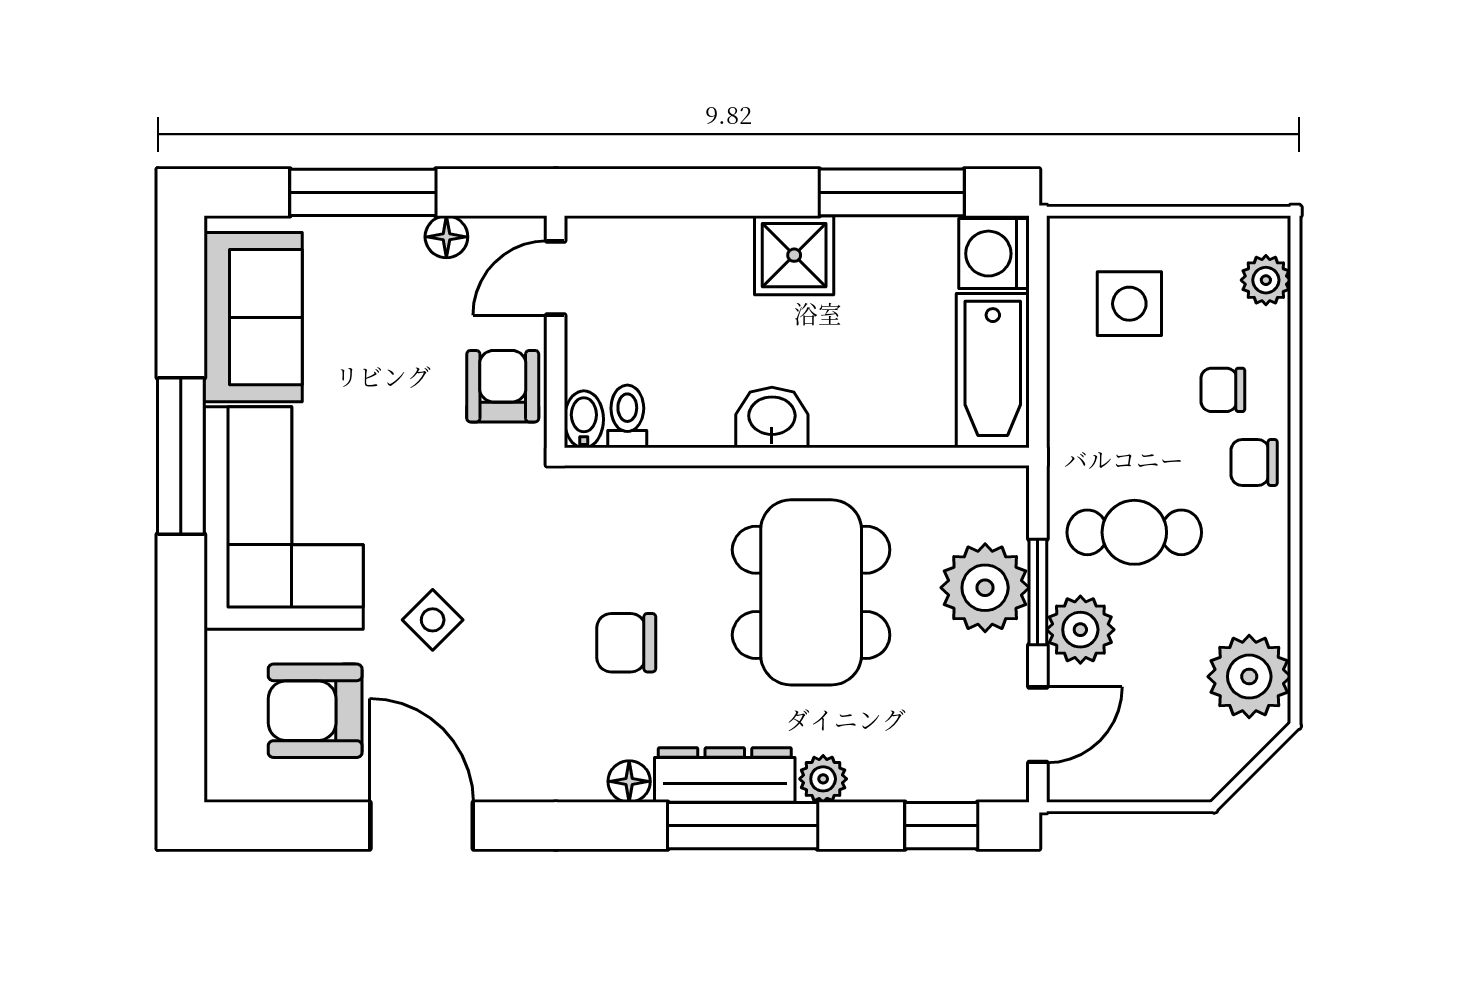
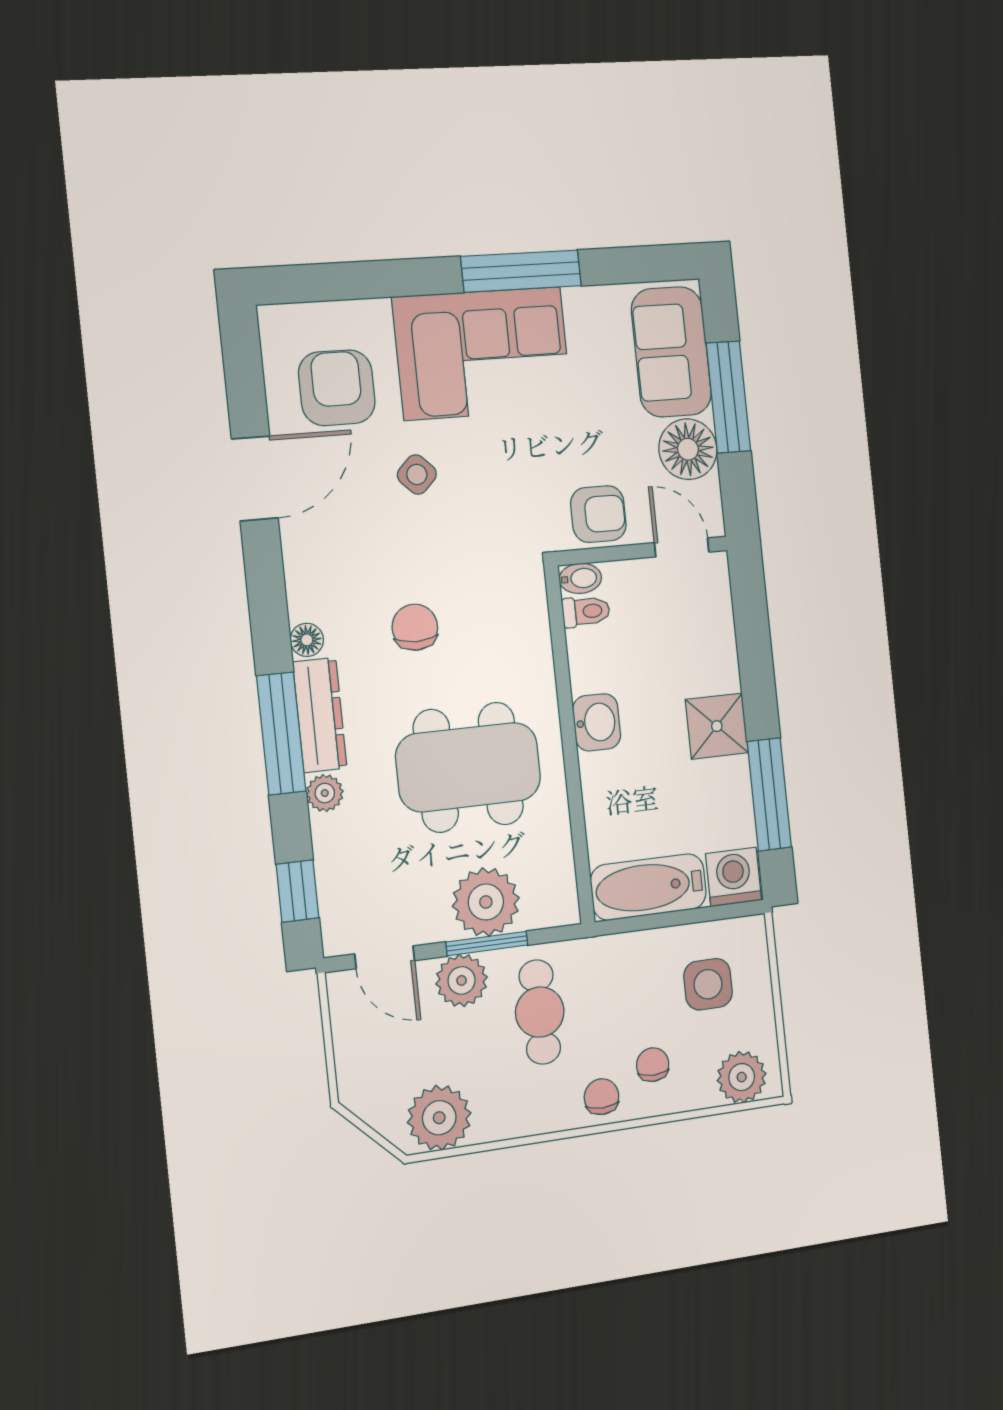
floor lamp: (446, 237) -> (688, 449), width x1.89, depth x1.89
plant: (1266, 280) -> (742, 1077), width x1.38, depth x1.38
sofa: (253, 317) -> (671, 352), moved, turned 90

